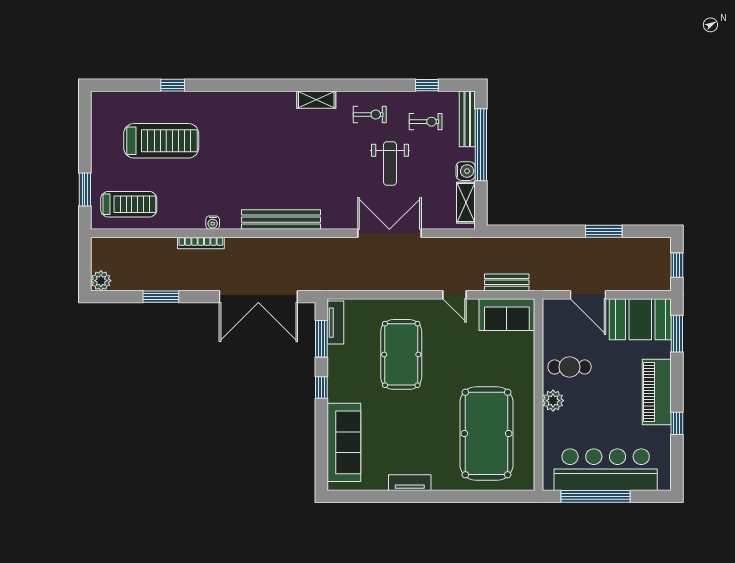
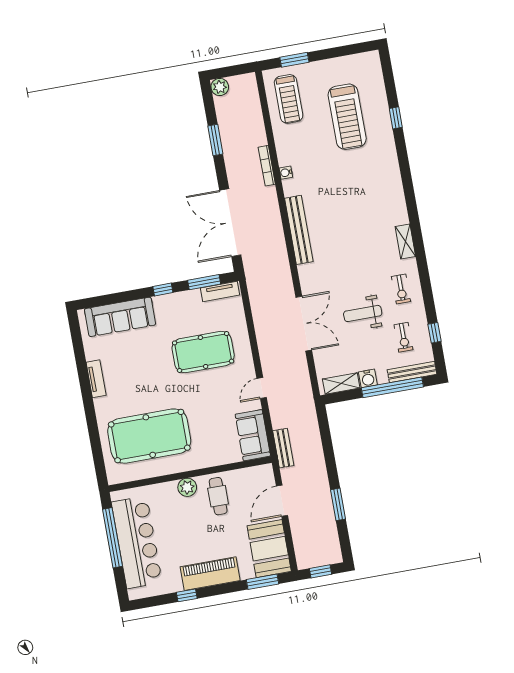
bench: (507, 282) -> (283, 448), moved

